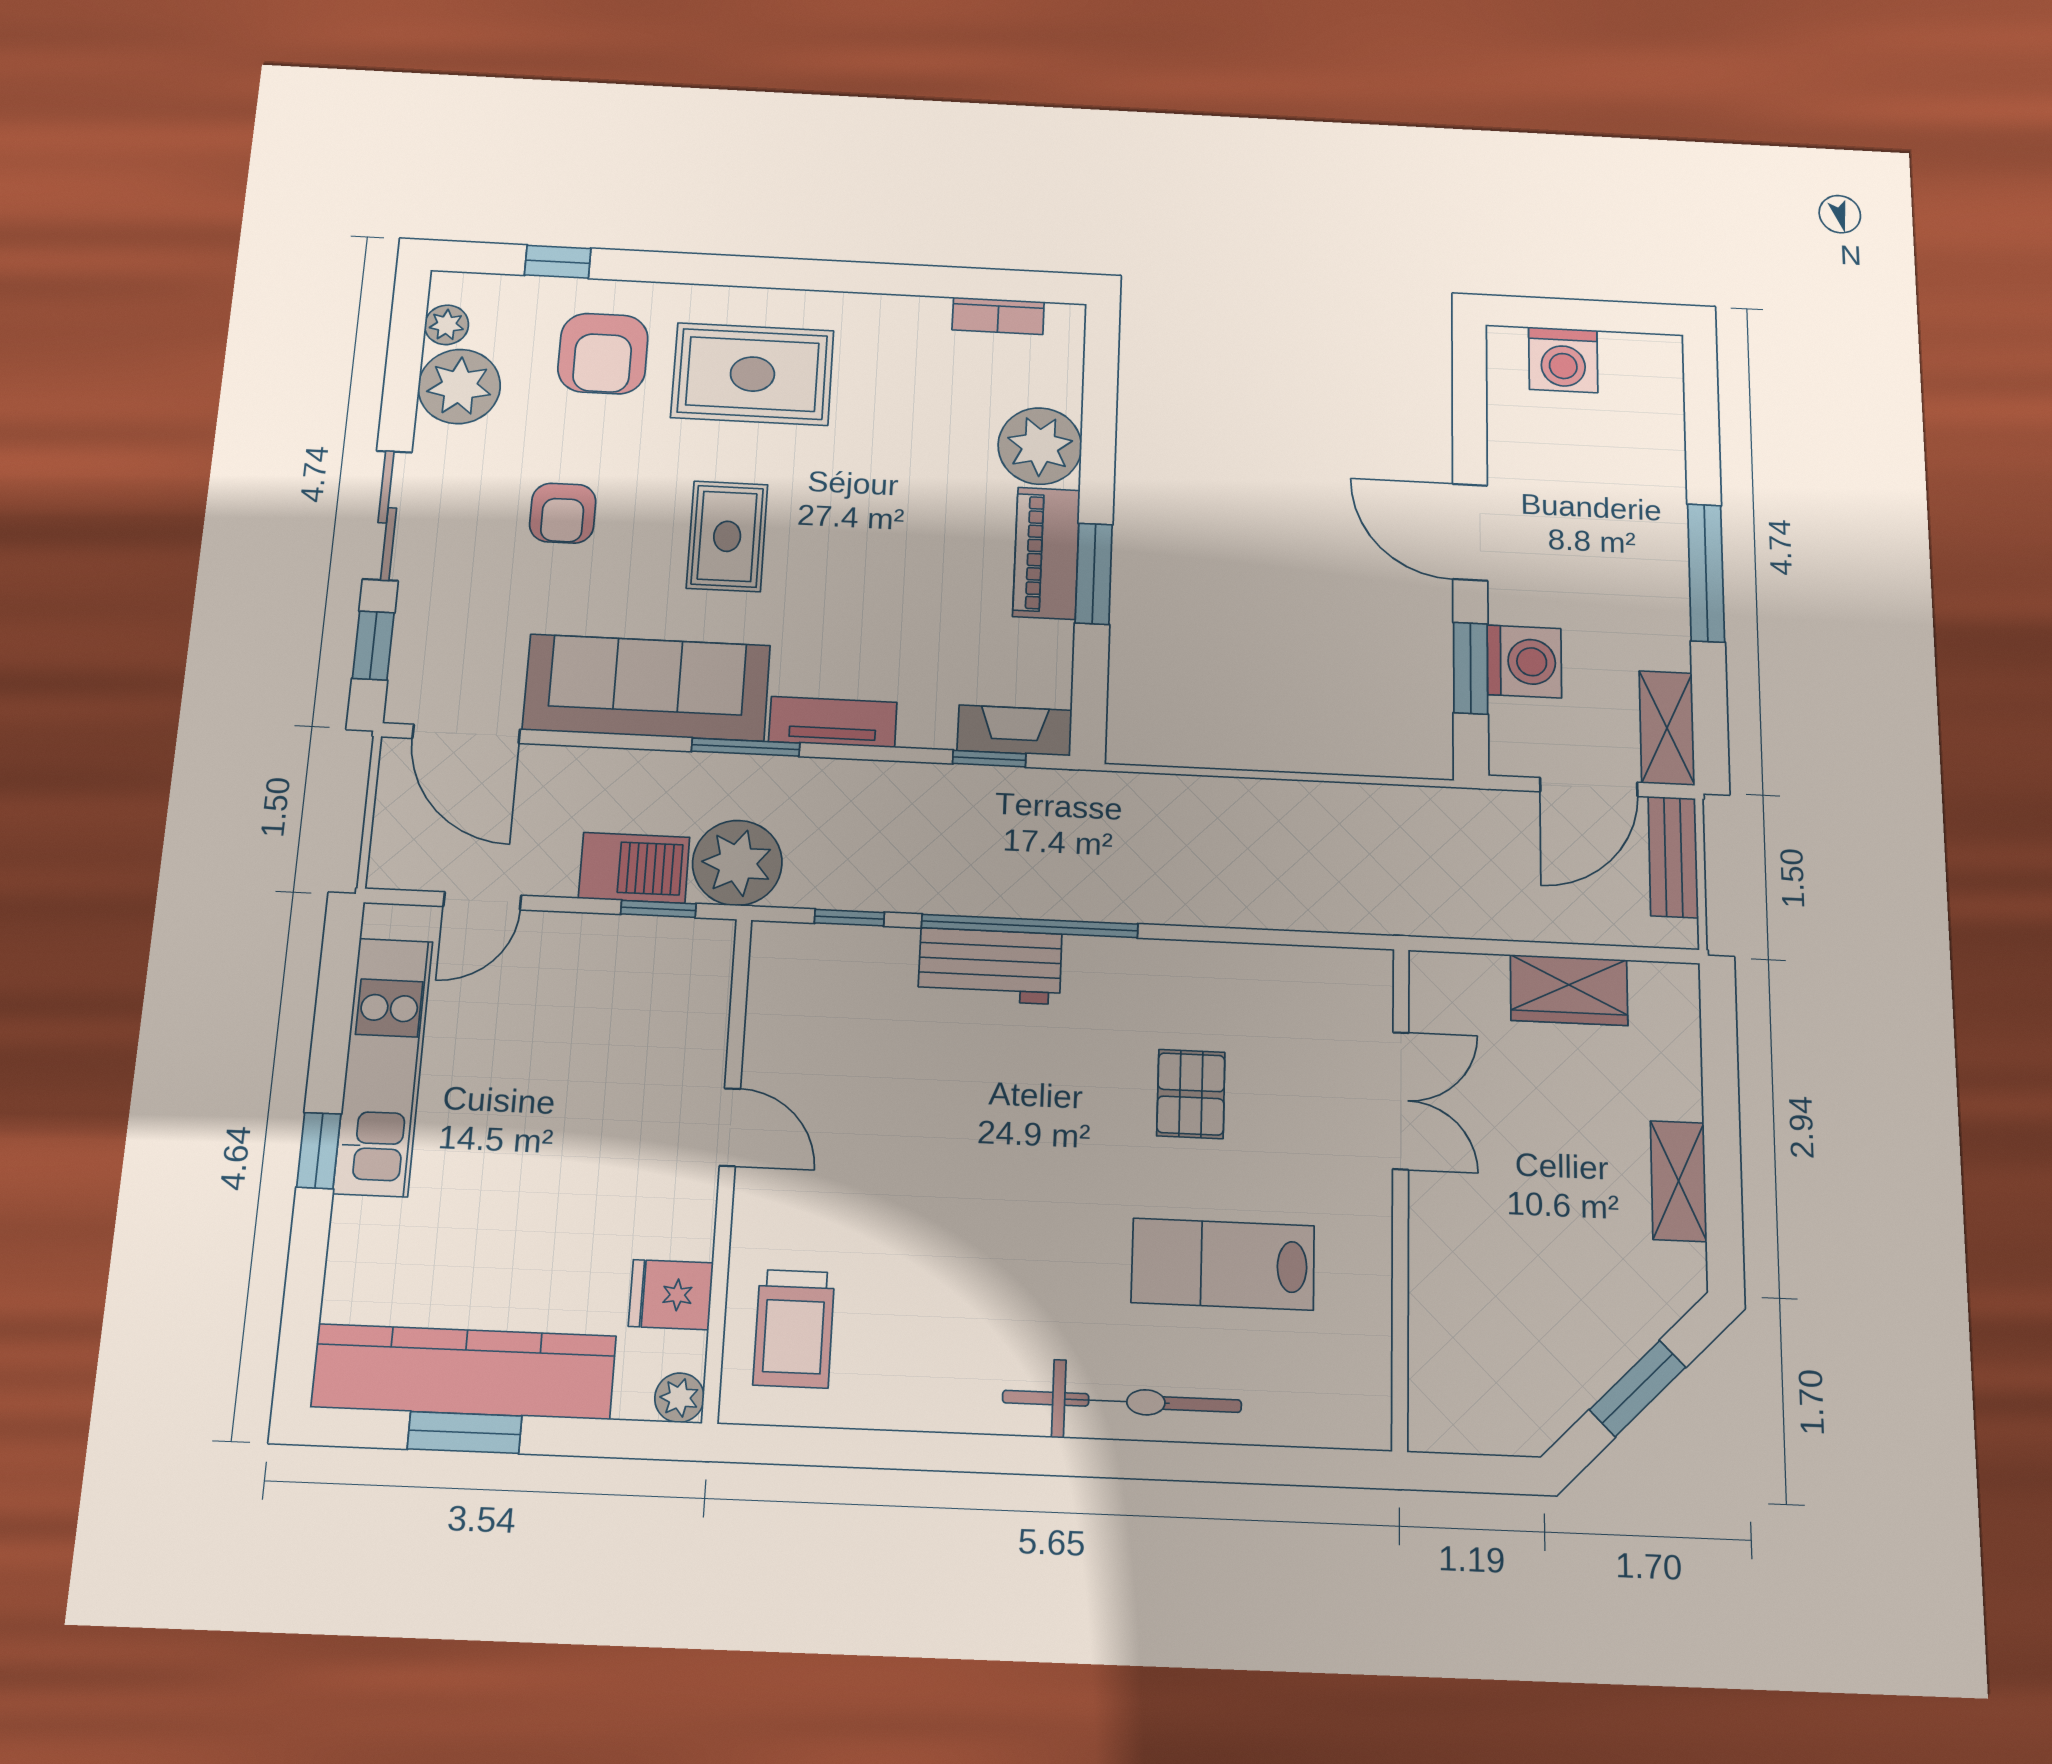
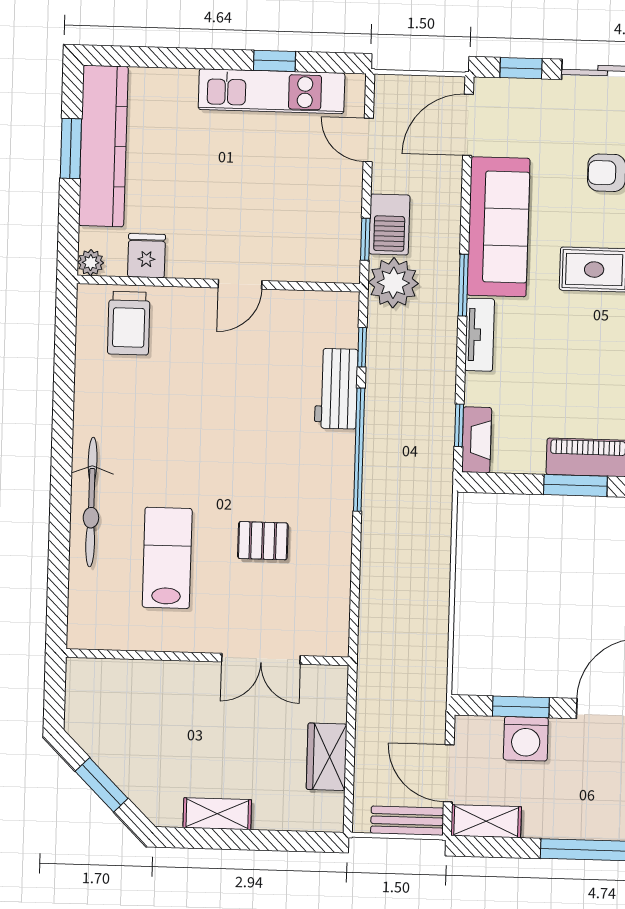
workbench: (990, 966) -> (336, 389), moved
window: (319, 1151) -> (275, 61), moved
trolley: (794, 1329) -> (129, 323), turned -90

